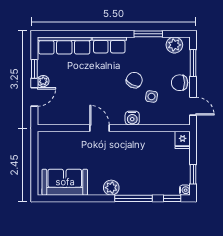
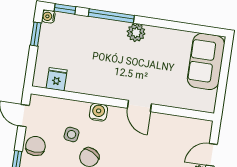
chair: (180, 83) -> (35, 146), turned -90
fridge: (183, 140) -> (57, 79), moved
sofa: (65, 182) -> (206, 61), moved, turned 90

